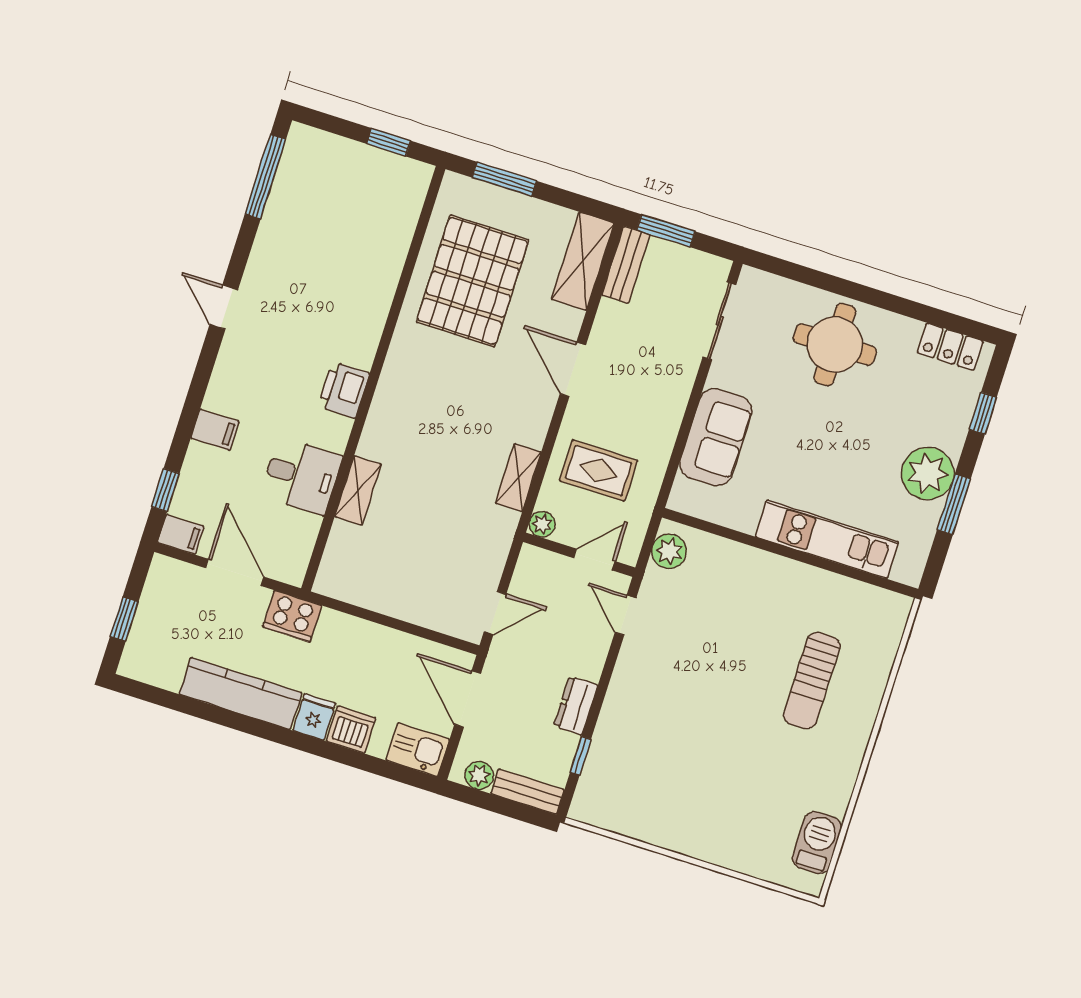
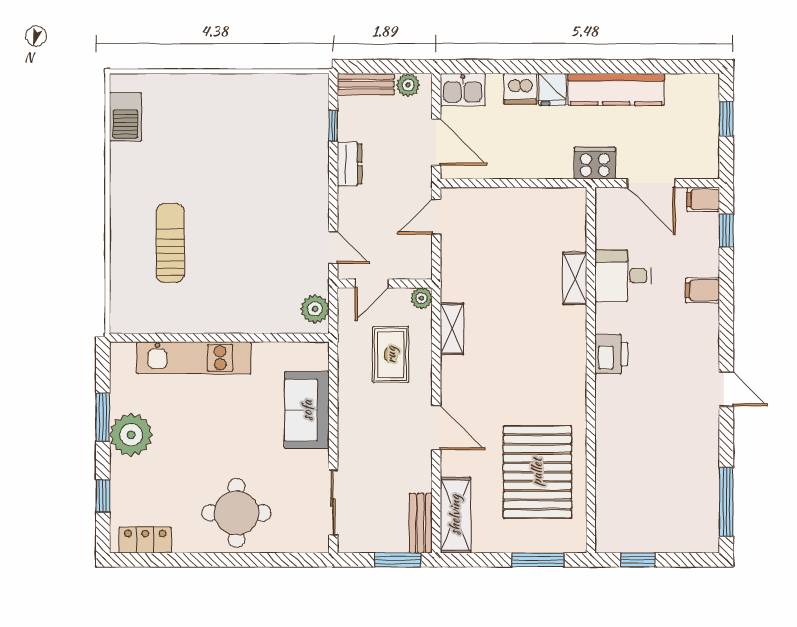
rug: (599, 471) -> (391, 355), turned 90

